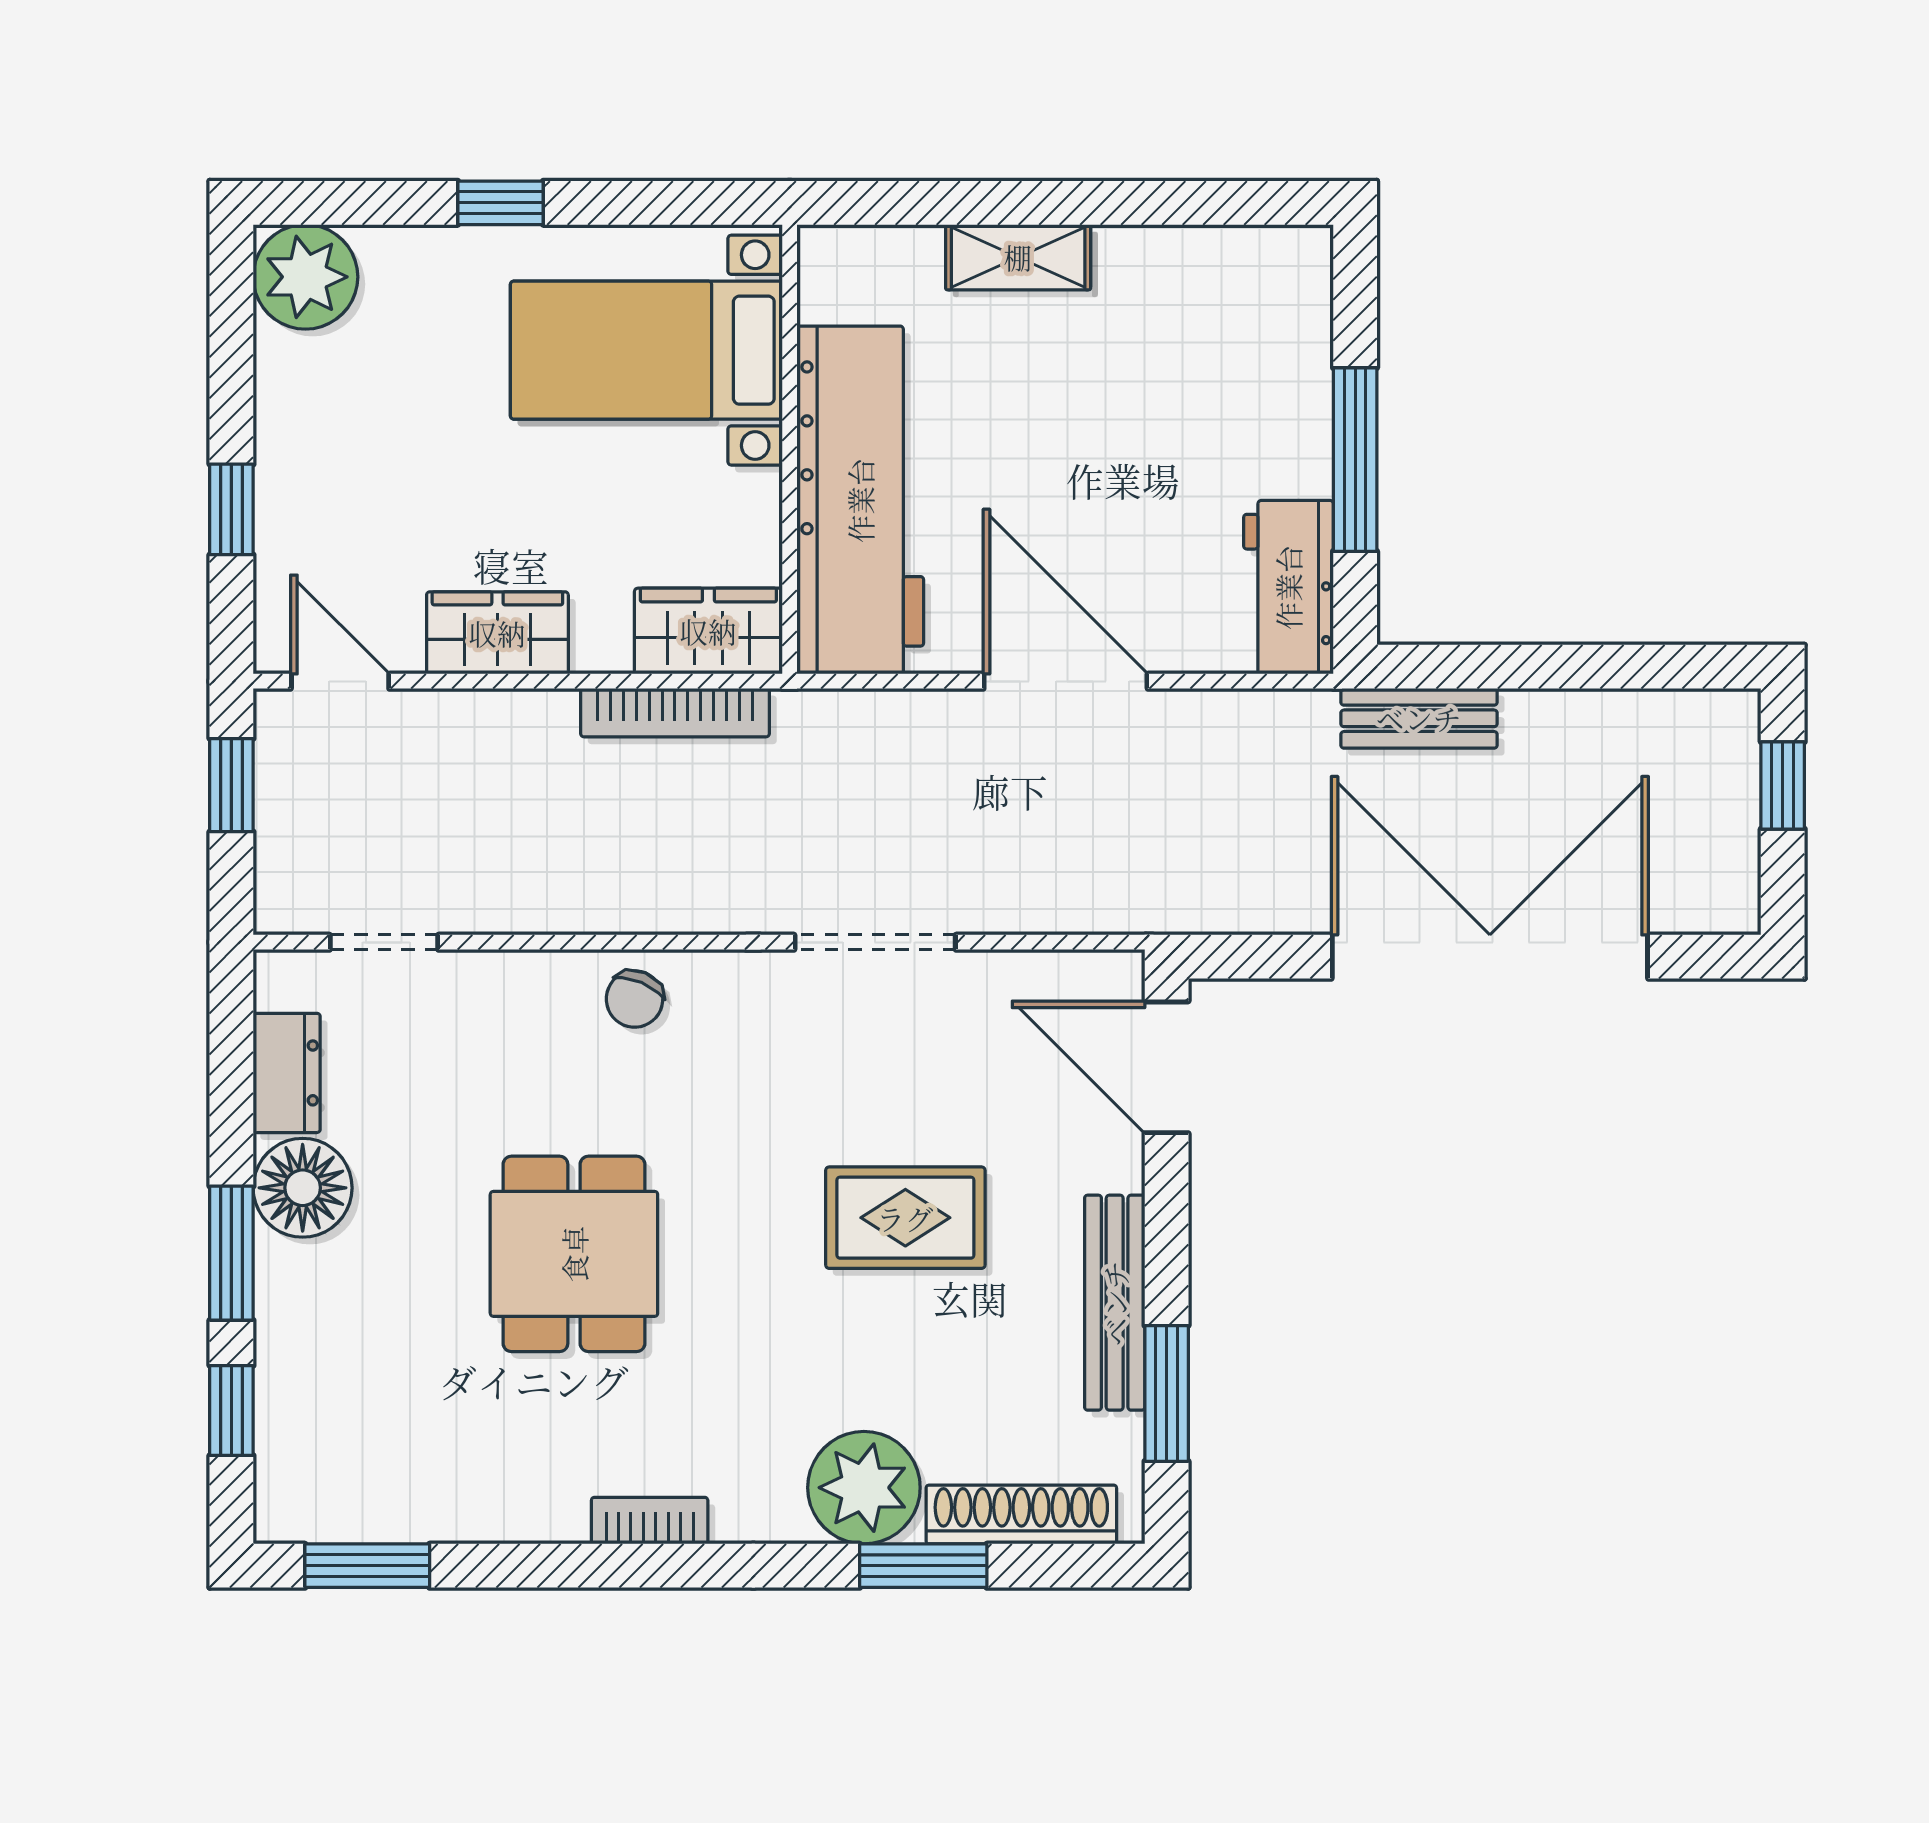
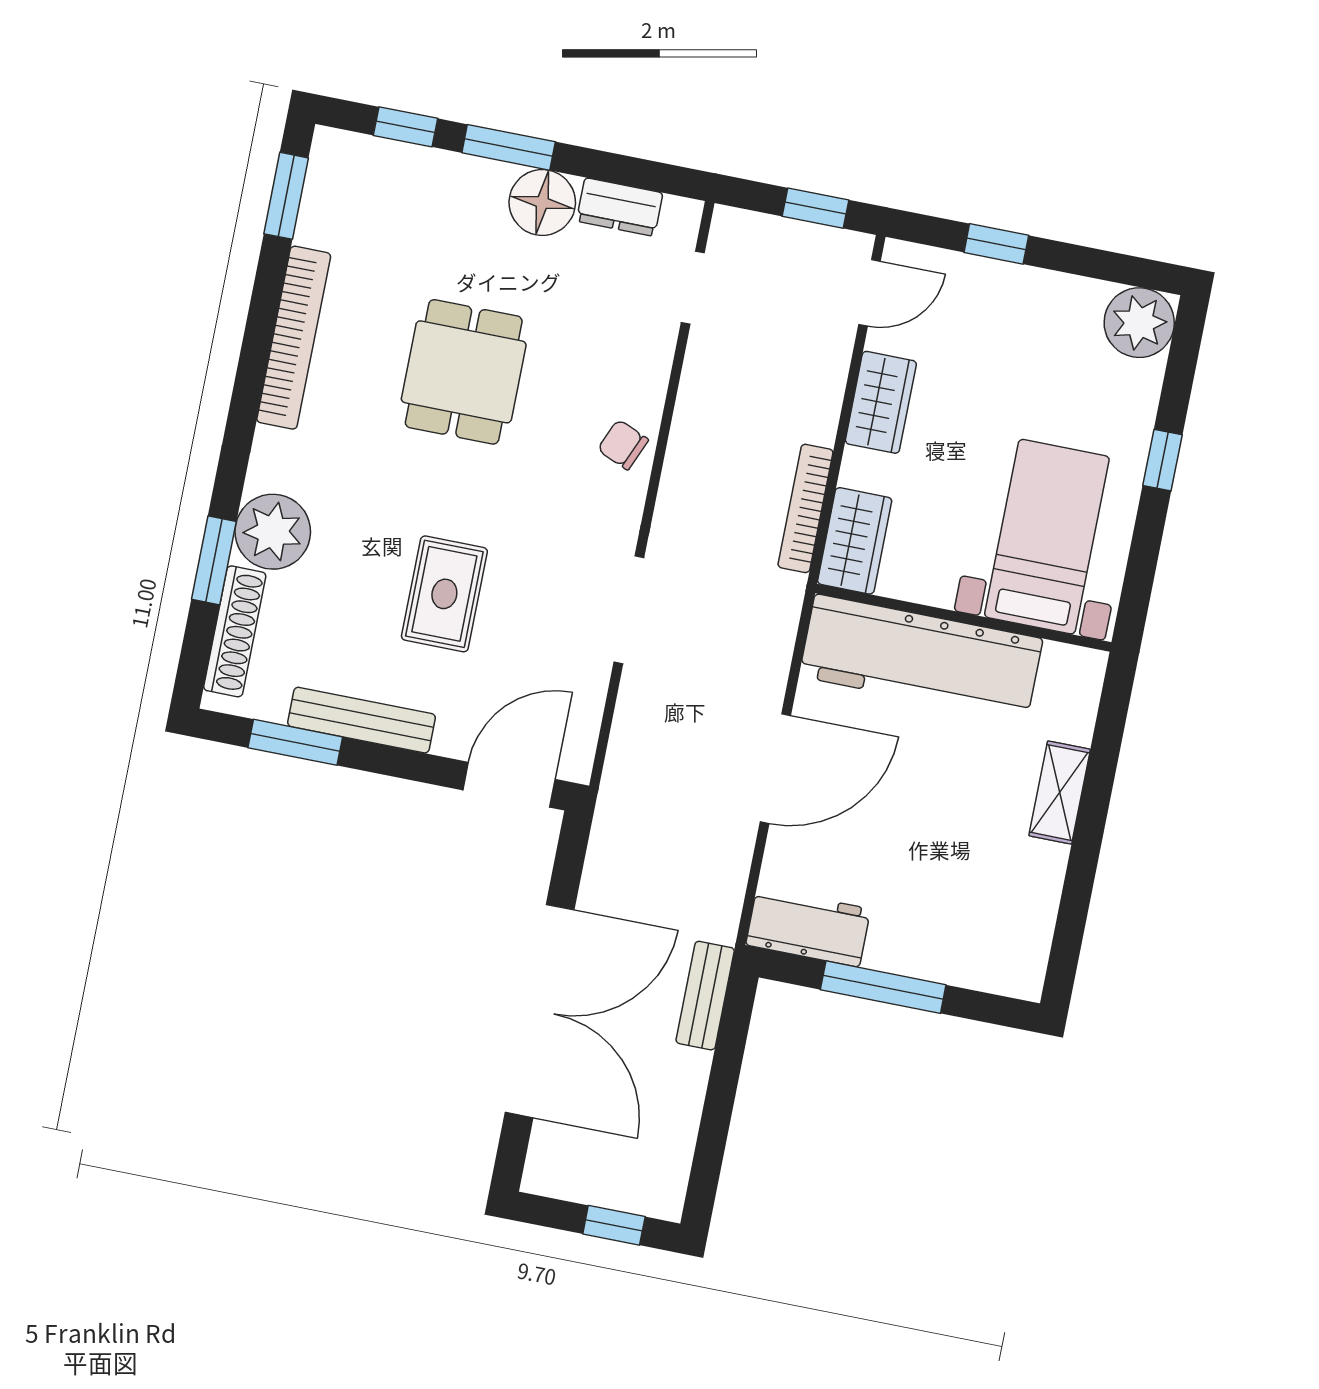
dining table: (574, 1254) -> (464, 372), turned 90
bookcase: (650, 1521) -> (294, 338), width x2.31, depth x1.31

